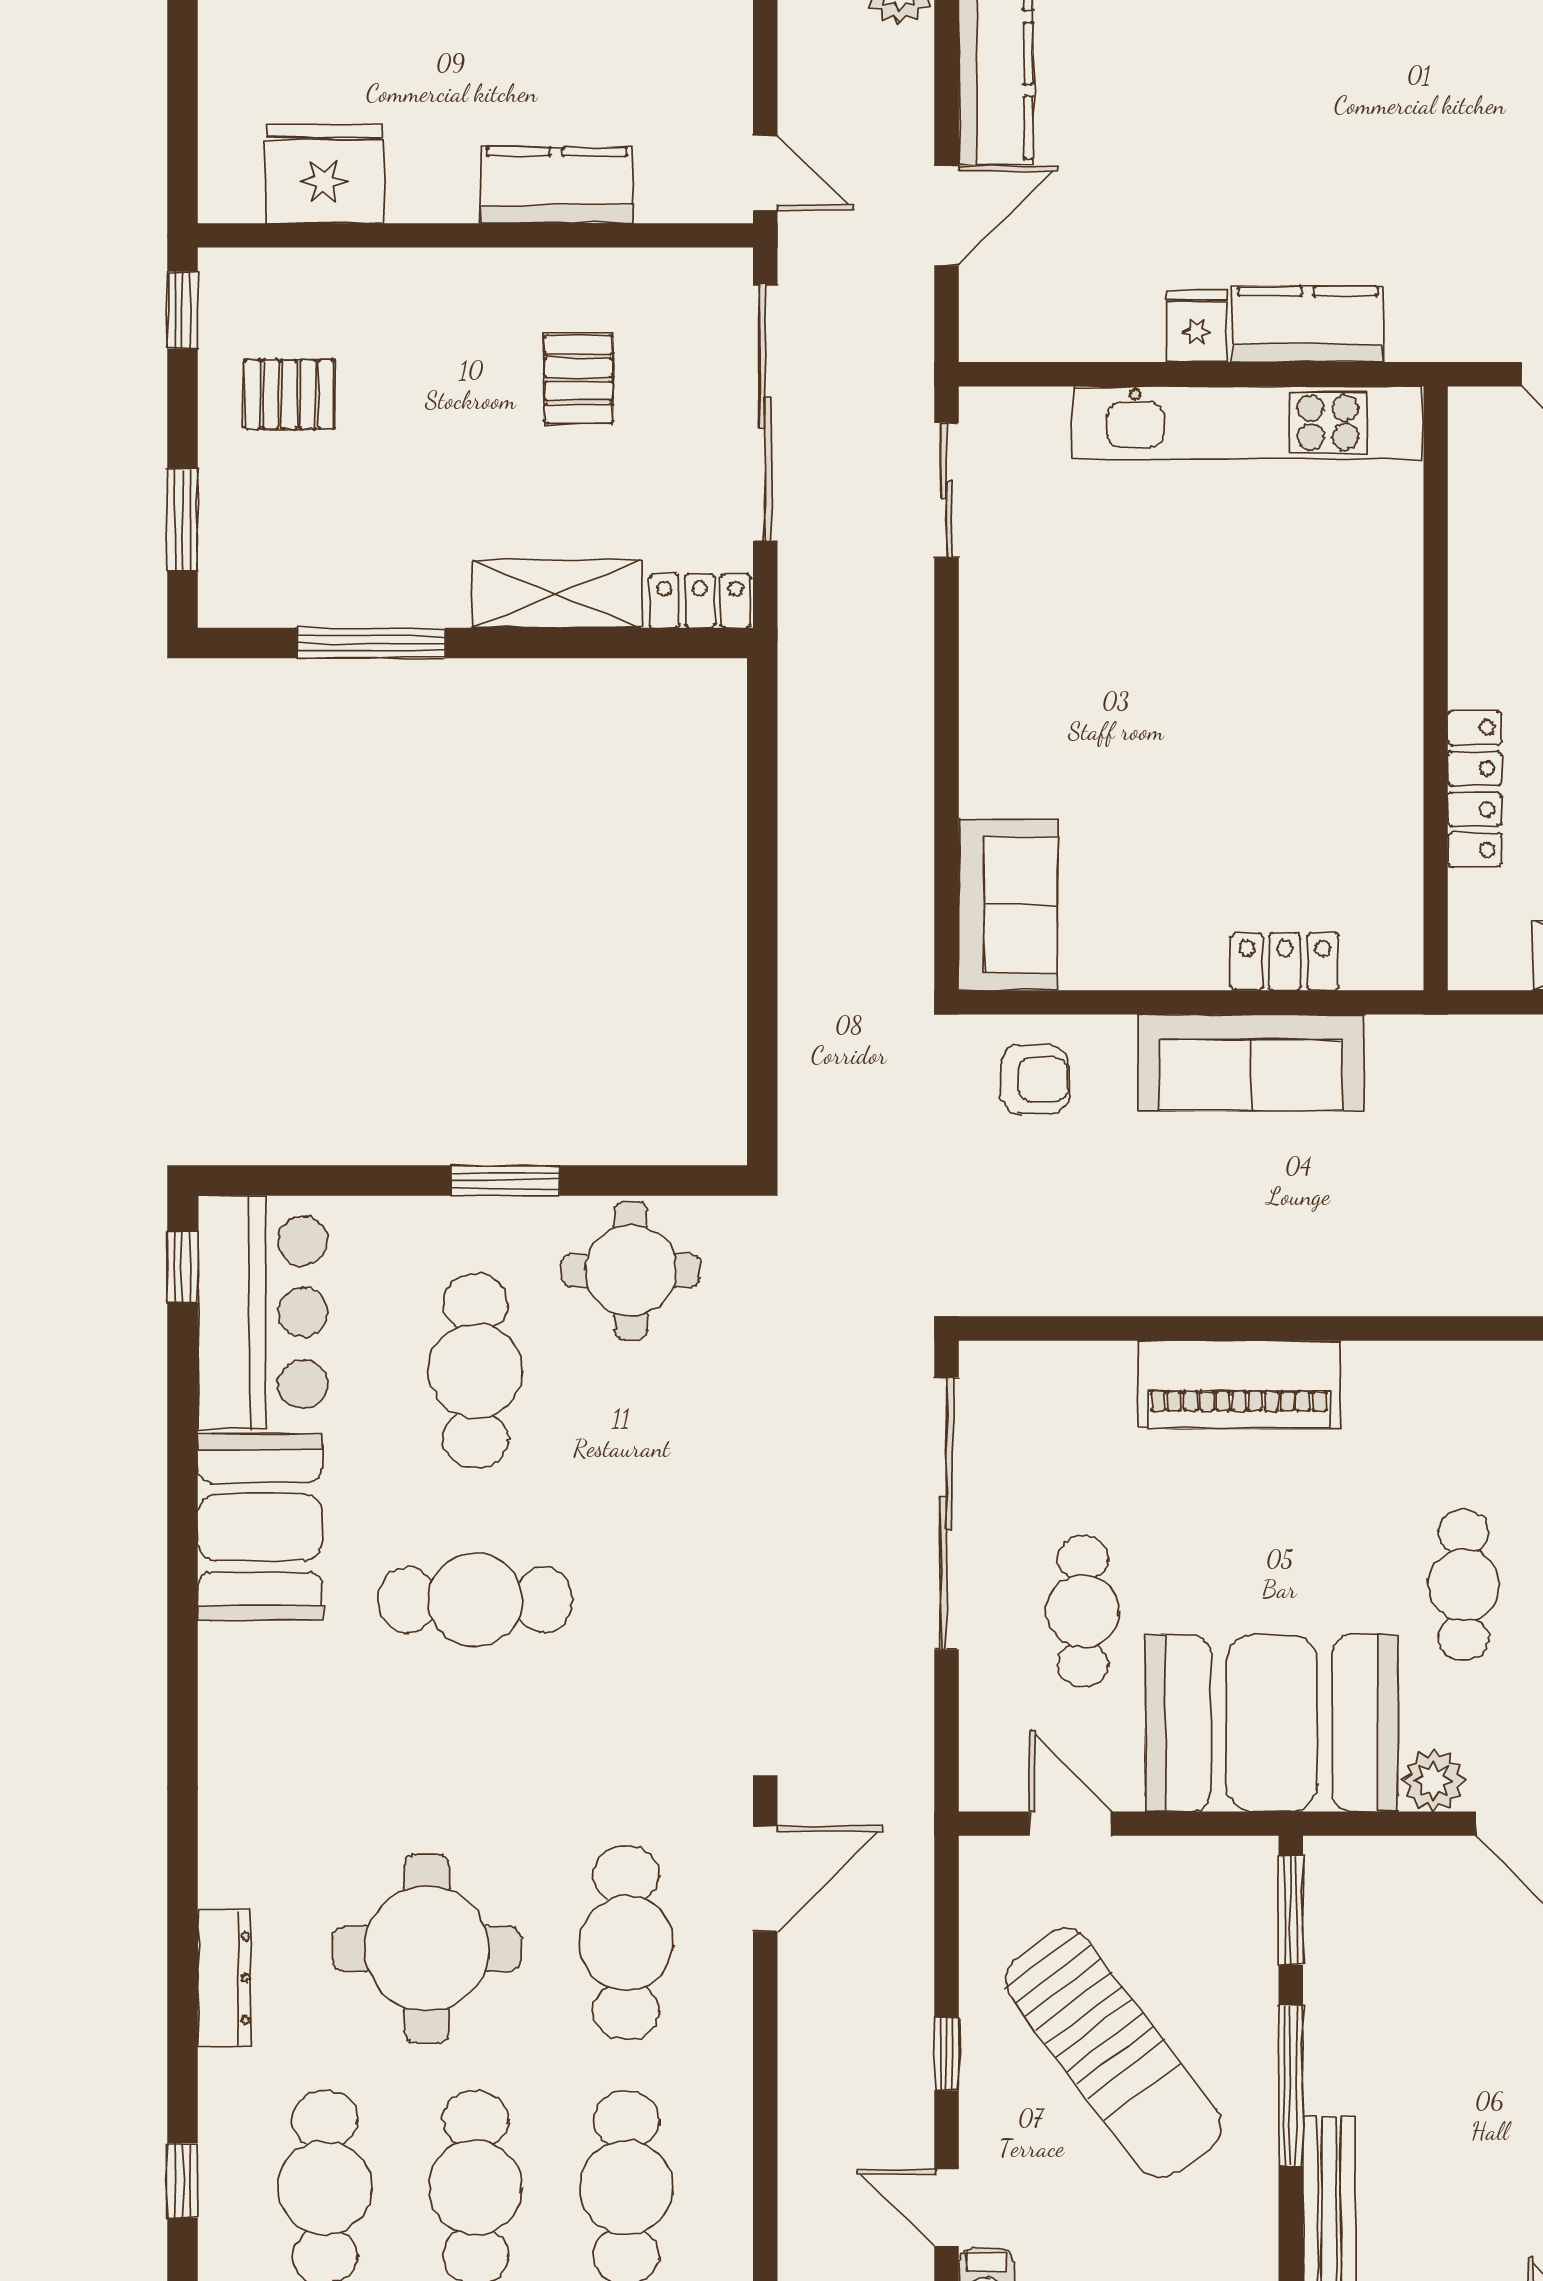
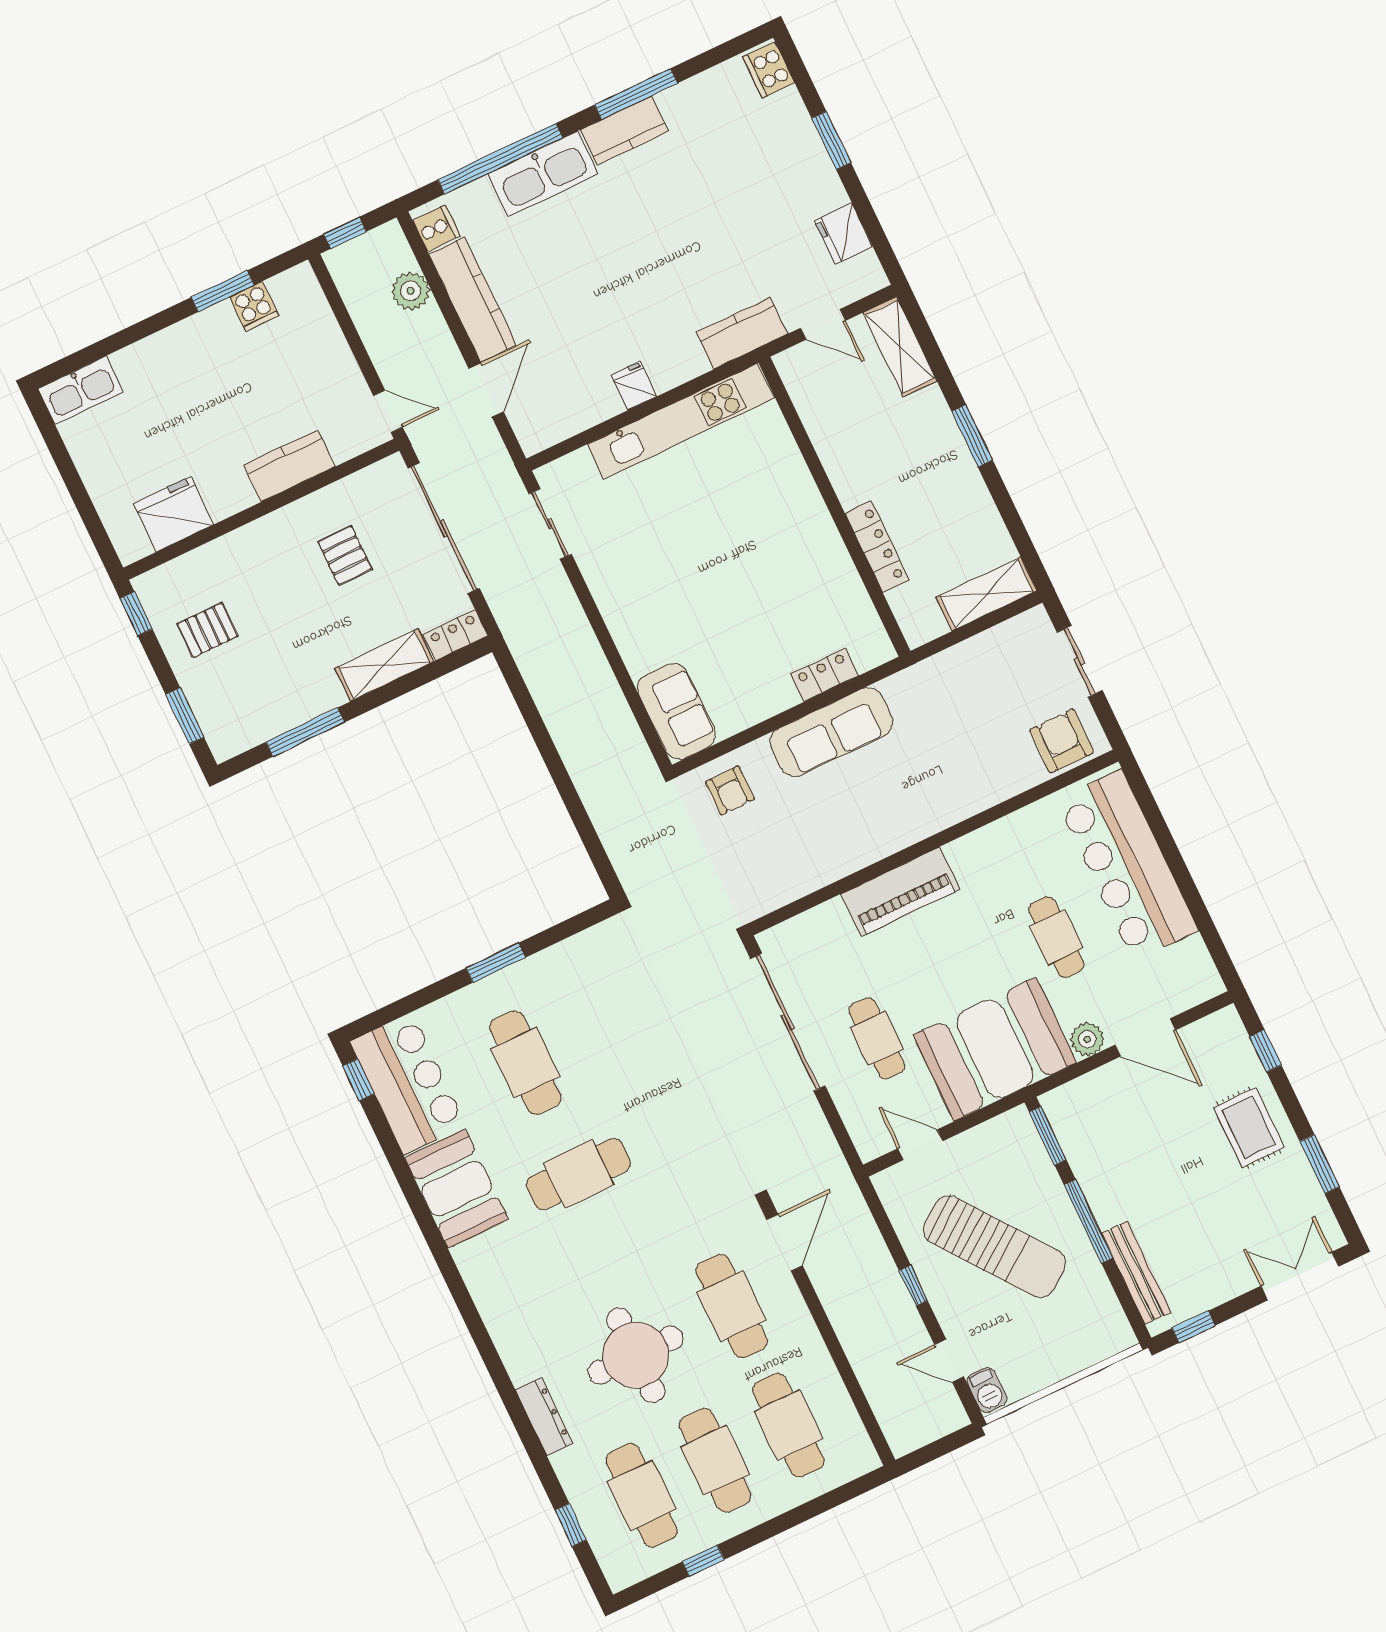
kitchen counter: (1307, 324) -> (742, 333), moved
armchair: (1035, 1080) -> (730, 791), turned 90
round table: (631, 1271) -> (578, 977), removed

